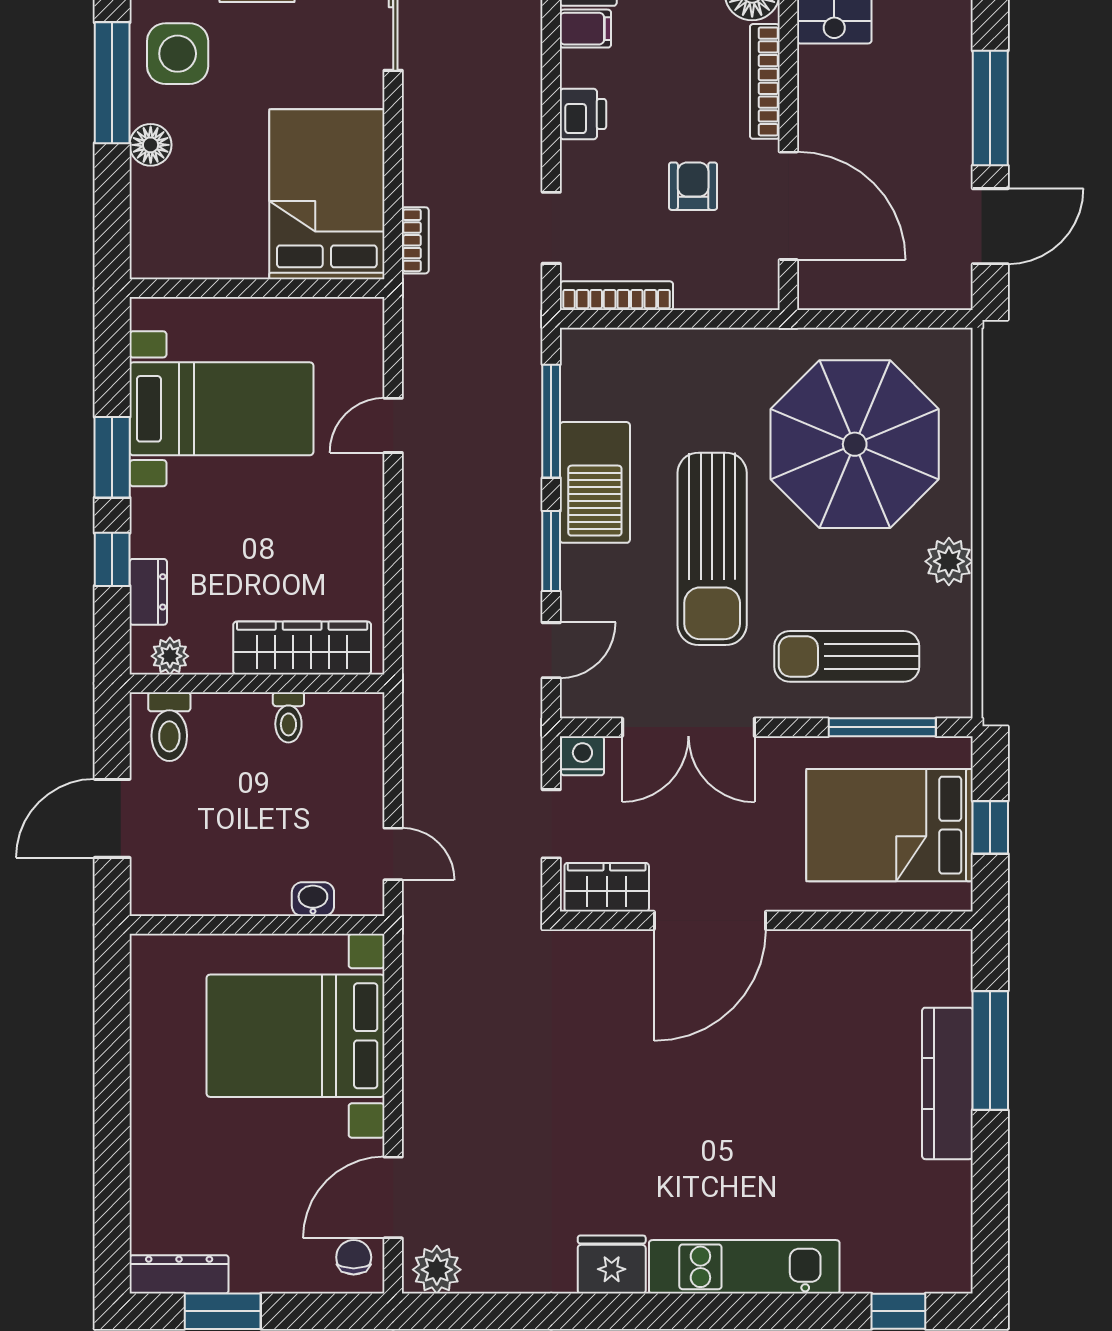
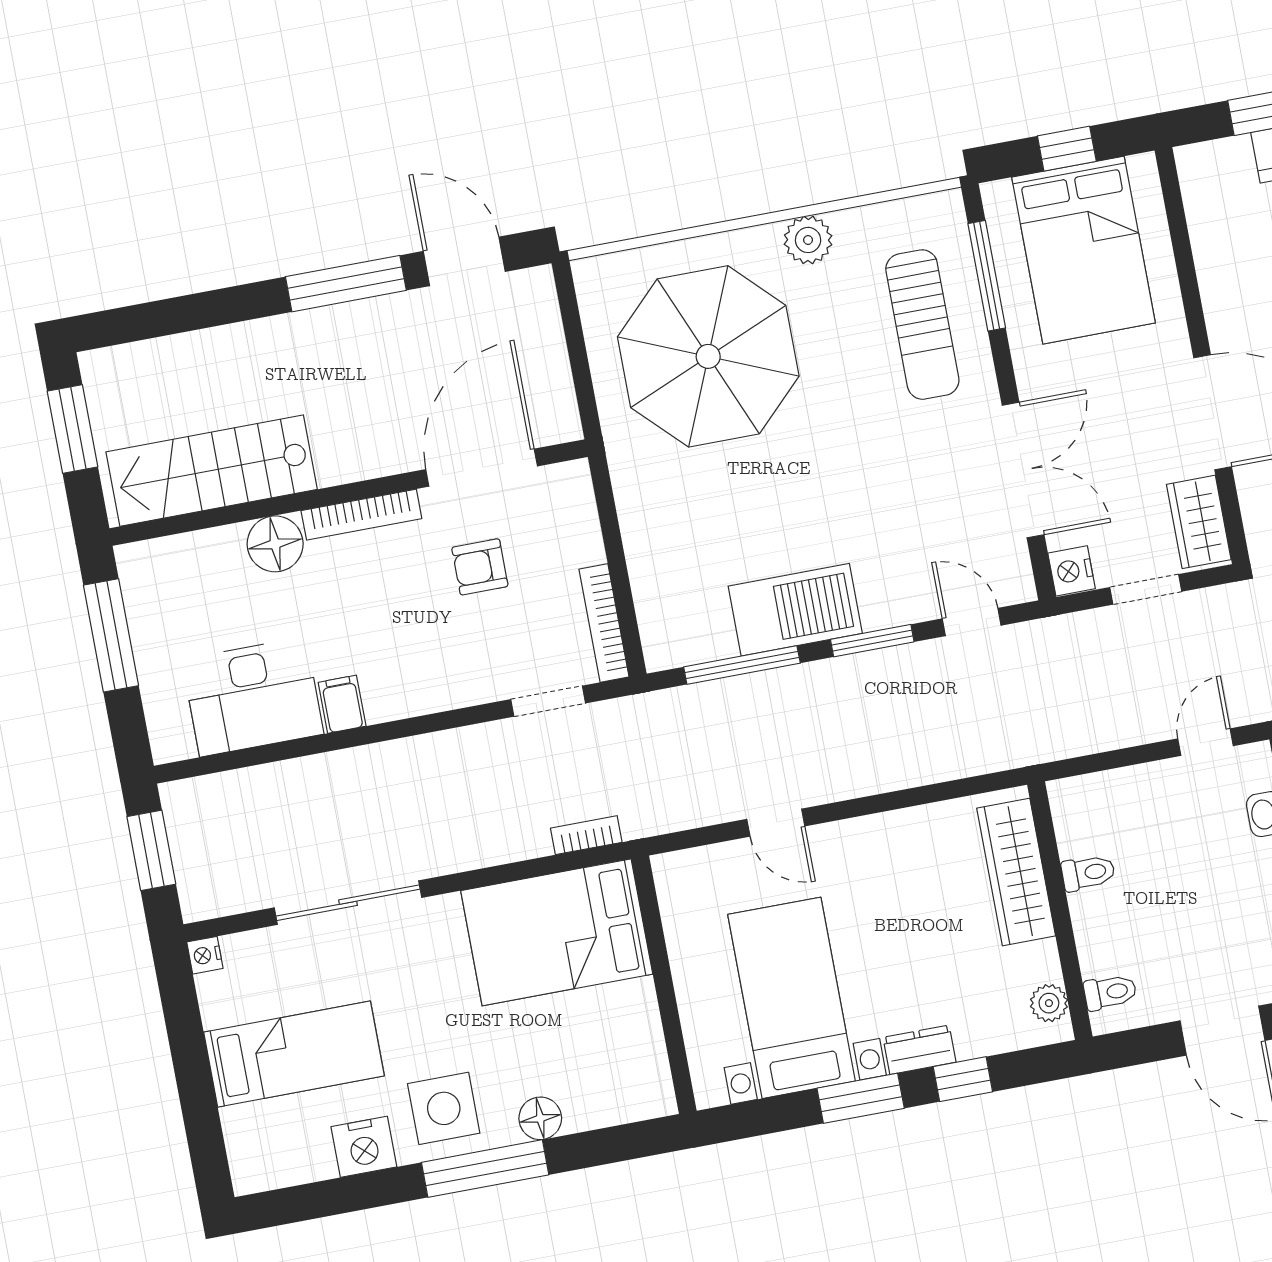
printer: (583, 114) -> (428, 691), removed
sun lounger: (712, 549) -> (840, 480), removed
dresser: (148, 592) -> (920, 1050), moved
toilet: (169, 727) -> (1110, 992), width x0.73, depth x0.72

